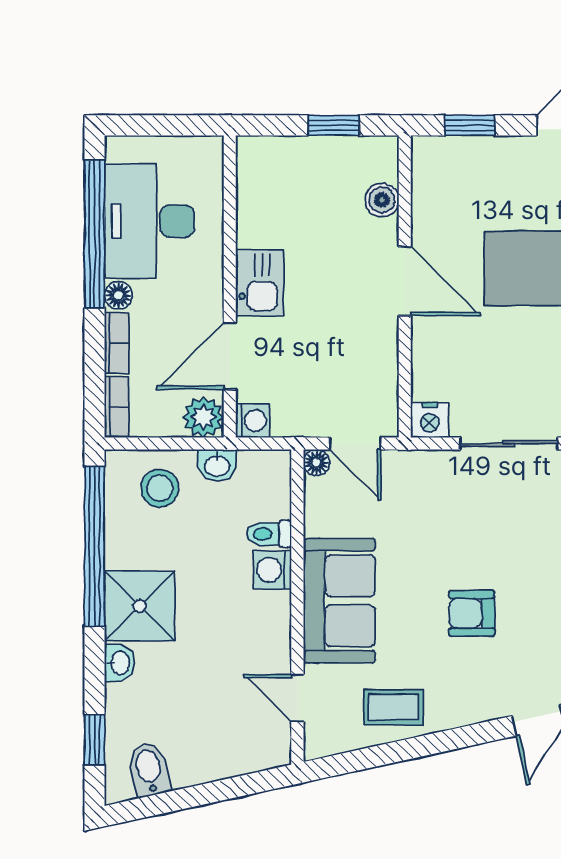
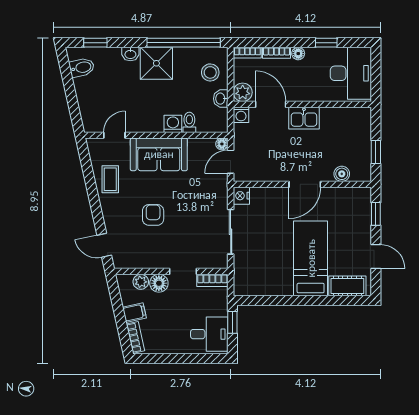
desk: (149, 221) -> (351, 73), moved, turned 90
window: (95, 234) -> (326, 43), width x0.32

